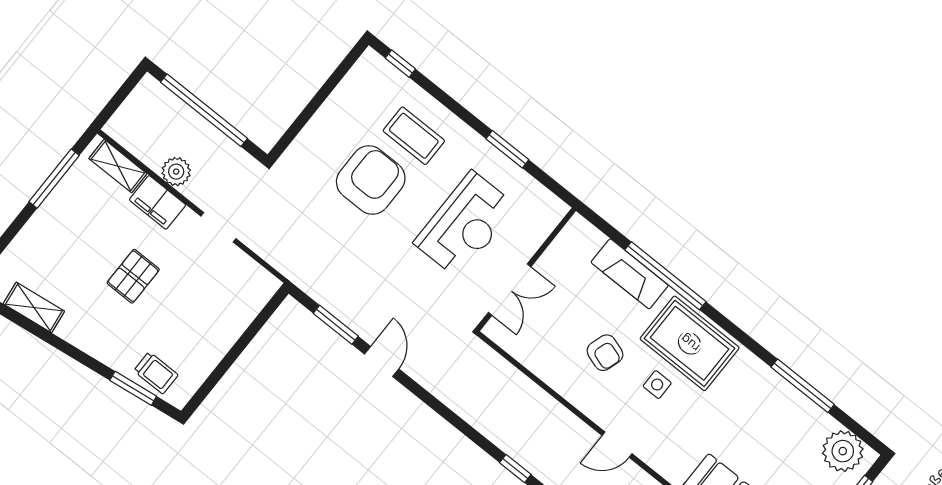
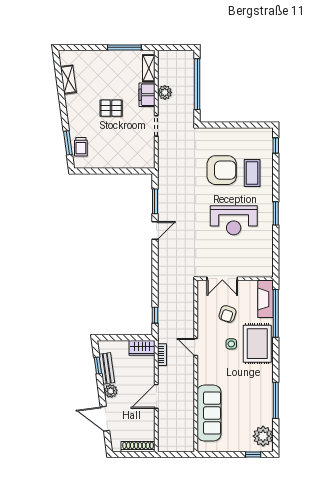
wall: (526, 269) -> (235, 279), moved
double door: (510, 290) -> (222, 279), moved

